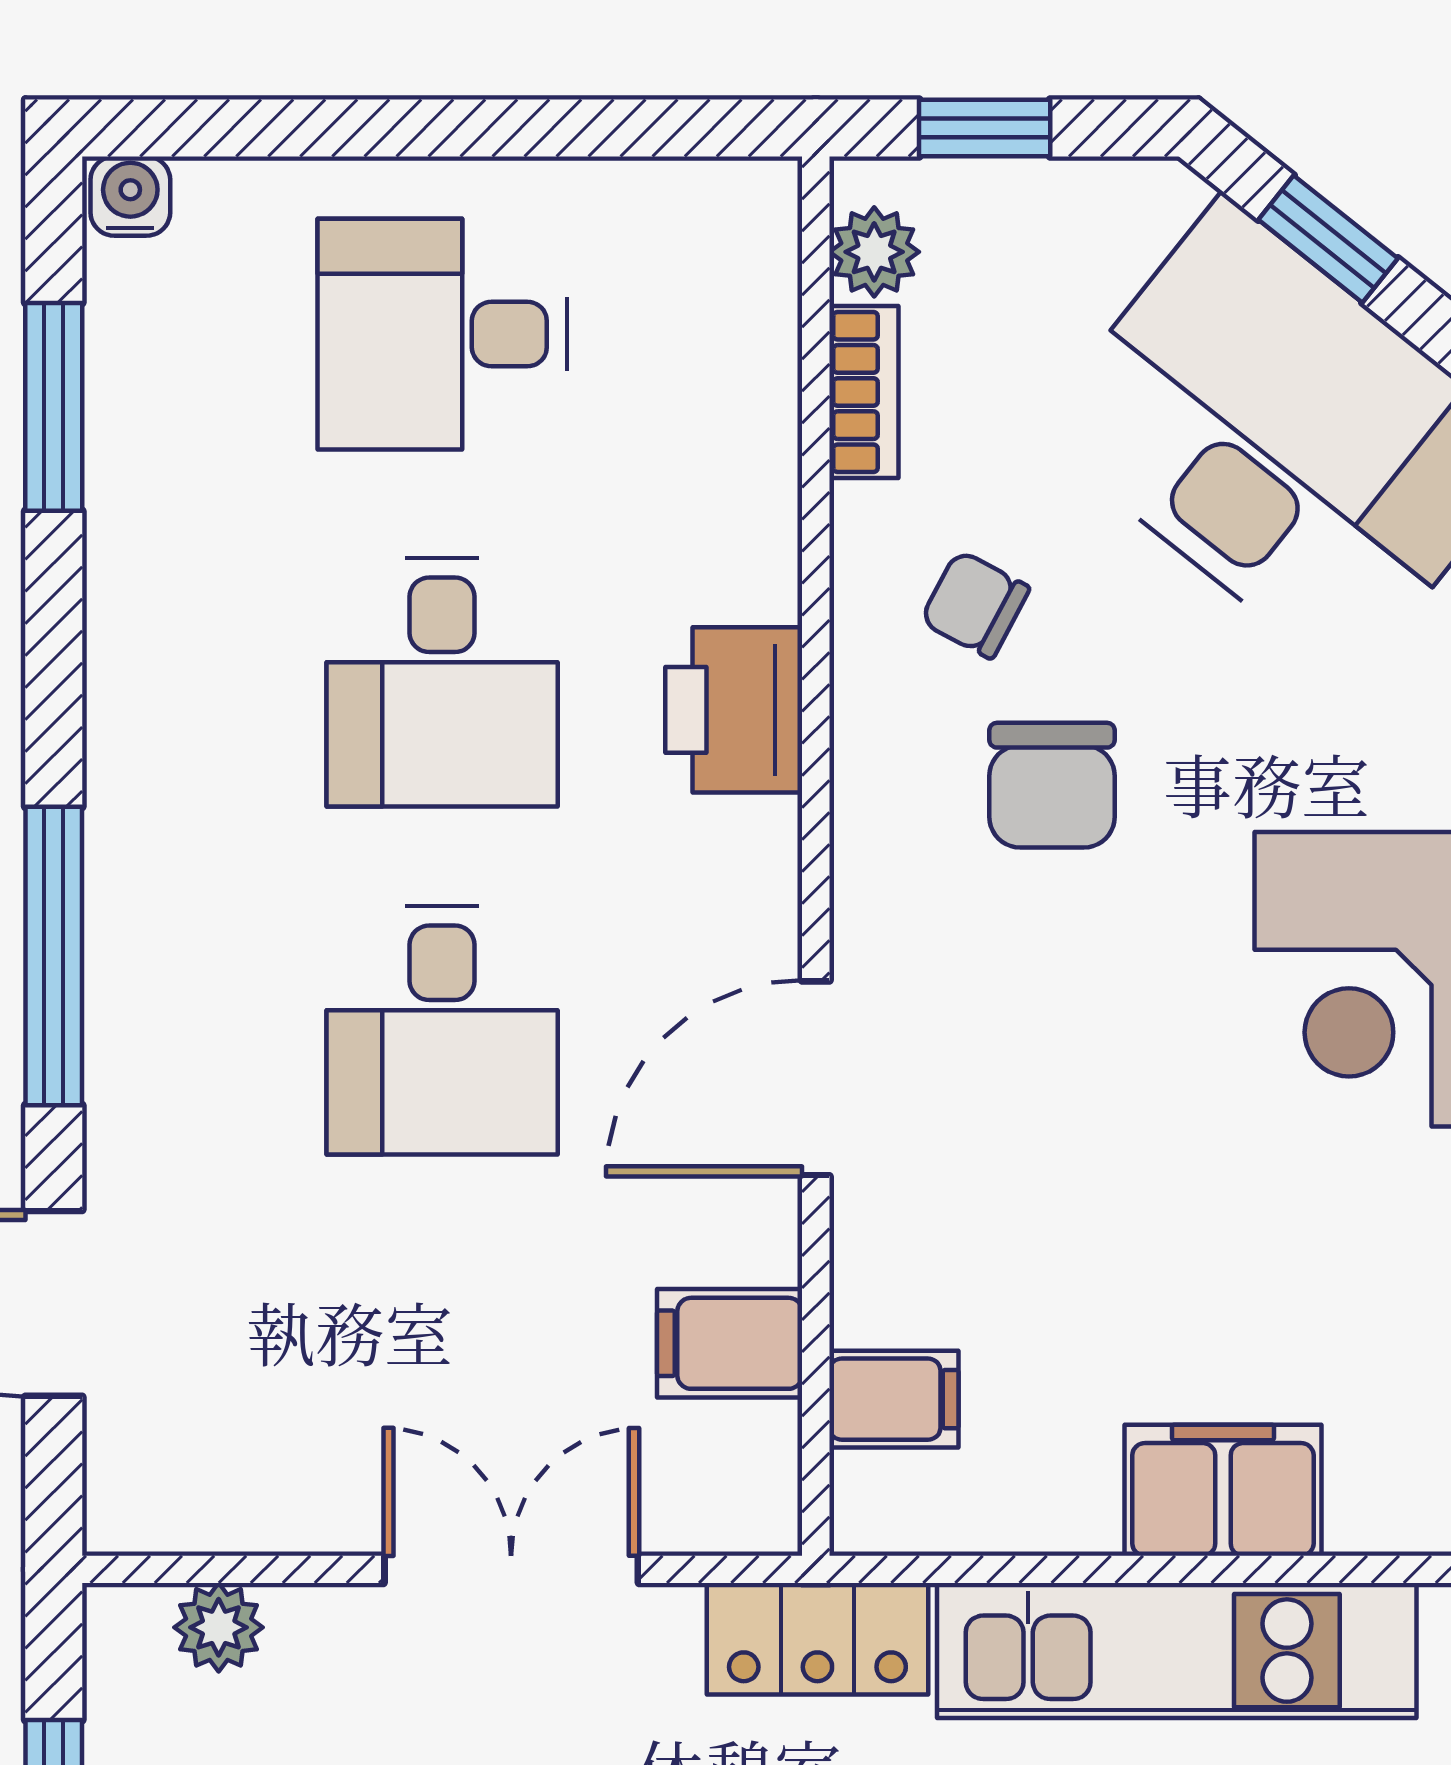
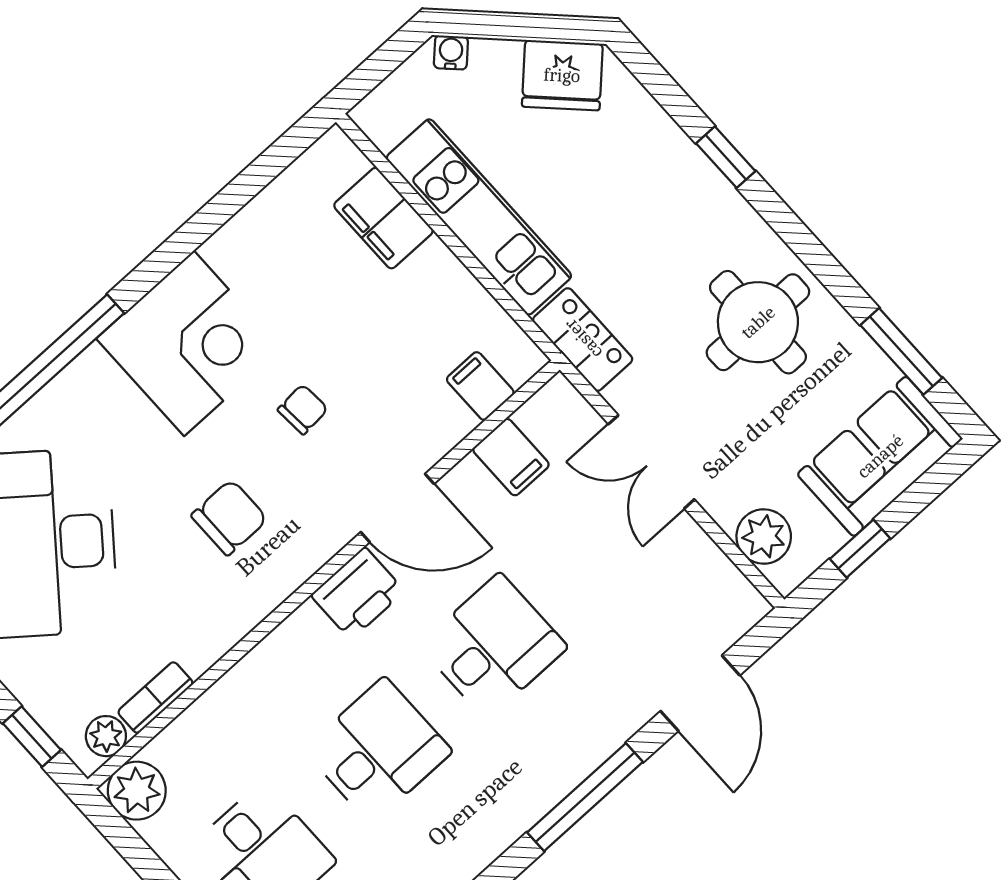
plant: (737, 221) -> (137, 791), added
chair: (975, 604) -> (303, 409), moved, turned -122
printer: (734, 710) -> (358, 593), moved
filing cabinet: (1223, 1490) -> (383, 218), moved
plant: (219, 1627) -> (764, 536), width x1.38, depth x1.38

